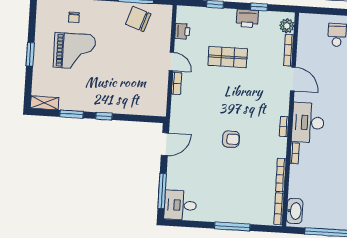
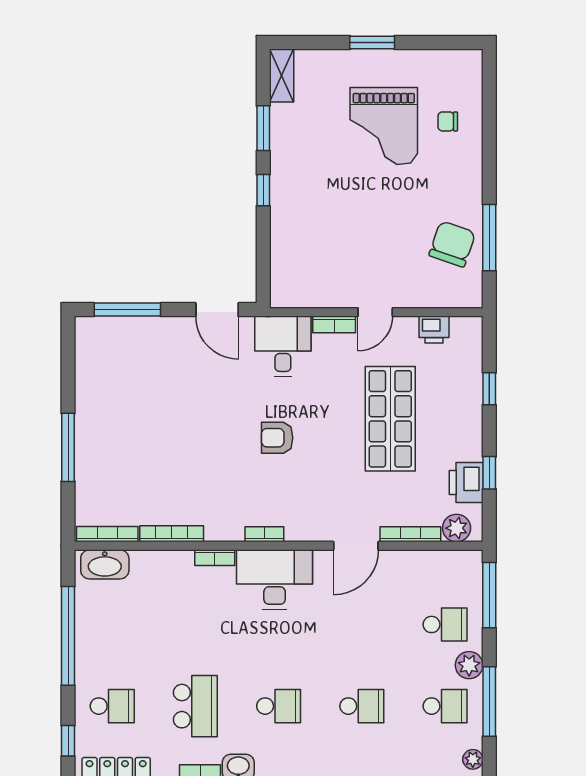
window: (323, 11) -> (489, 595), added
printer: (247, 18) -> (466, 482), moved
shop shelf: (228, 57) -> (390, 419), width x1.43, depth x1.36
armchair: (231, 139) -> (277, 438), moved, turned 90
desk: (180, 205) -> (283, 346), moved

